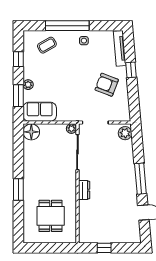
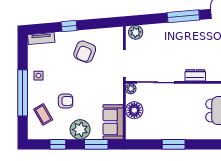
tv unit: (120, 48) -> (41, 38), width x0.71
armchair: (60, 66) -> (66, 101), added
plant: (28, 85) -> (80, 130), width x1.88, depth x1.88
floor lamp: (31, 132) -> (134, 110), moved
window: (18, 190) -> (174, 144), moved

